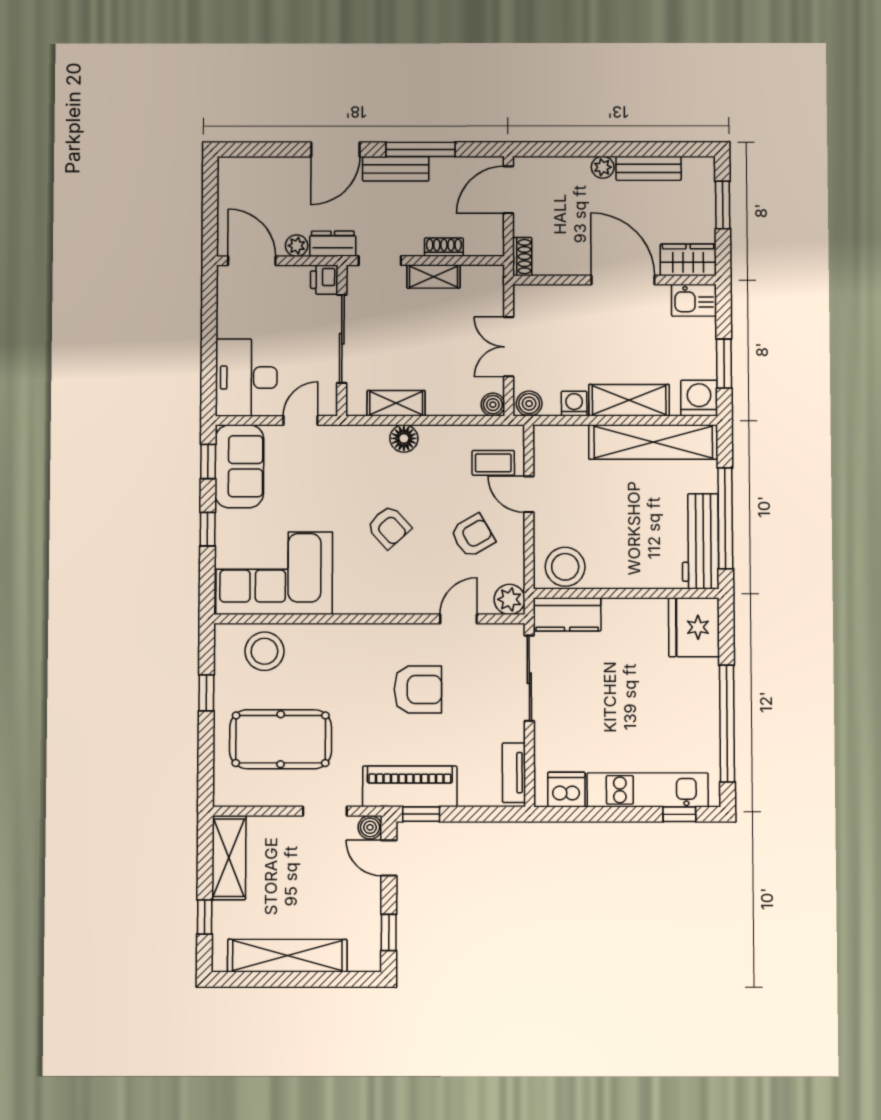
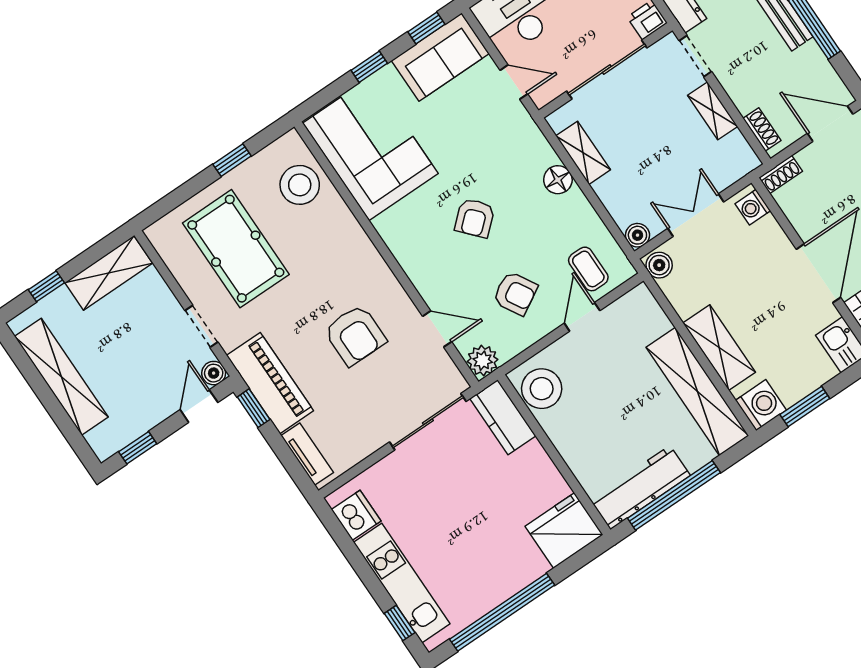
shoe rack: (444, 247) -> (762, 129), moved
washing machine: (574, 404) -> (753, 207), moved, turned 180
tv unit: (514, 773) -> (307, 454), moved, turned 90

